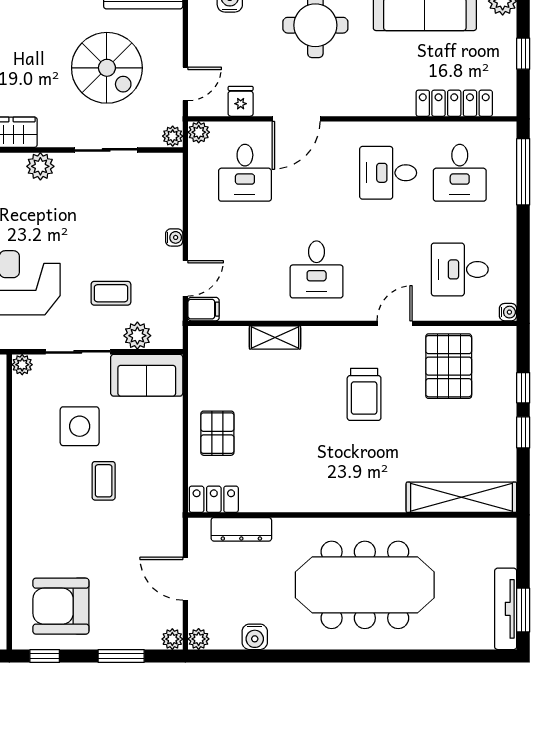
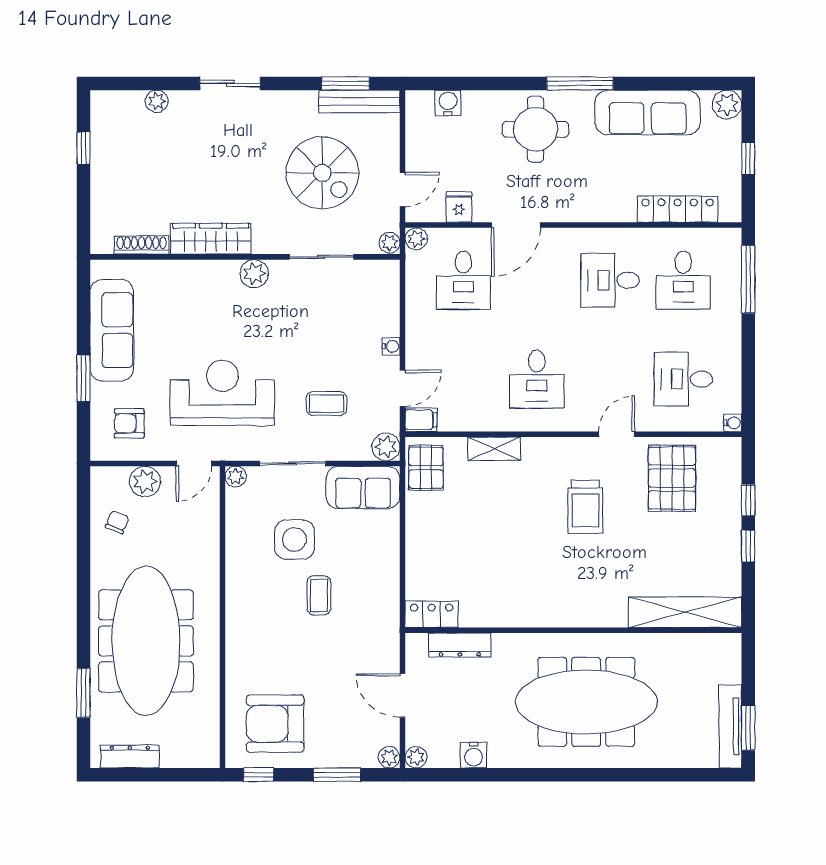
plant: (137, 336) -> (386, 447), moved
pallet: (217, 433) -> (426, 468), moved

